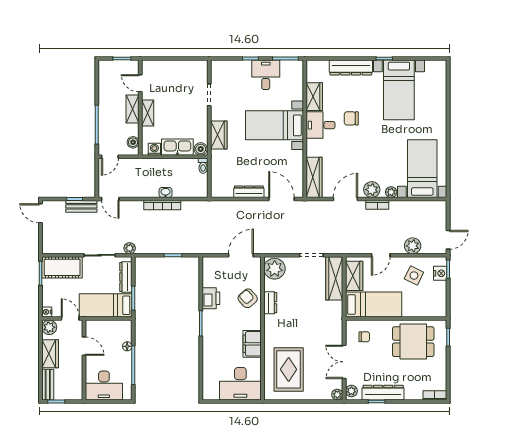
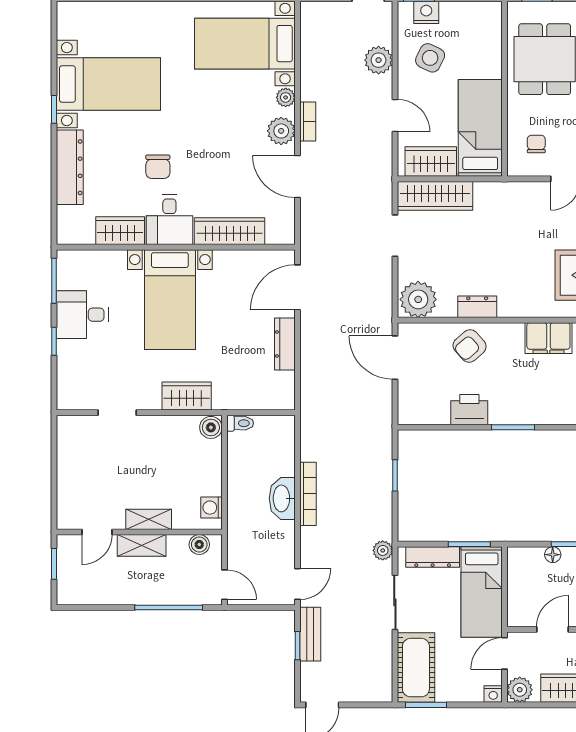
kitchen sink: (177, 147) -> (208, 468), removed
wardrobe: (314, 177) -> (230, 231), moved
washbasin: (165, 192) -> (282, 498), width x1.91, depth x1.45

